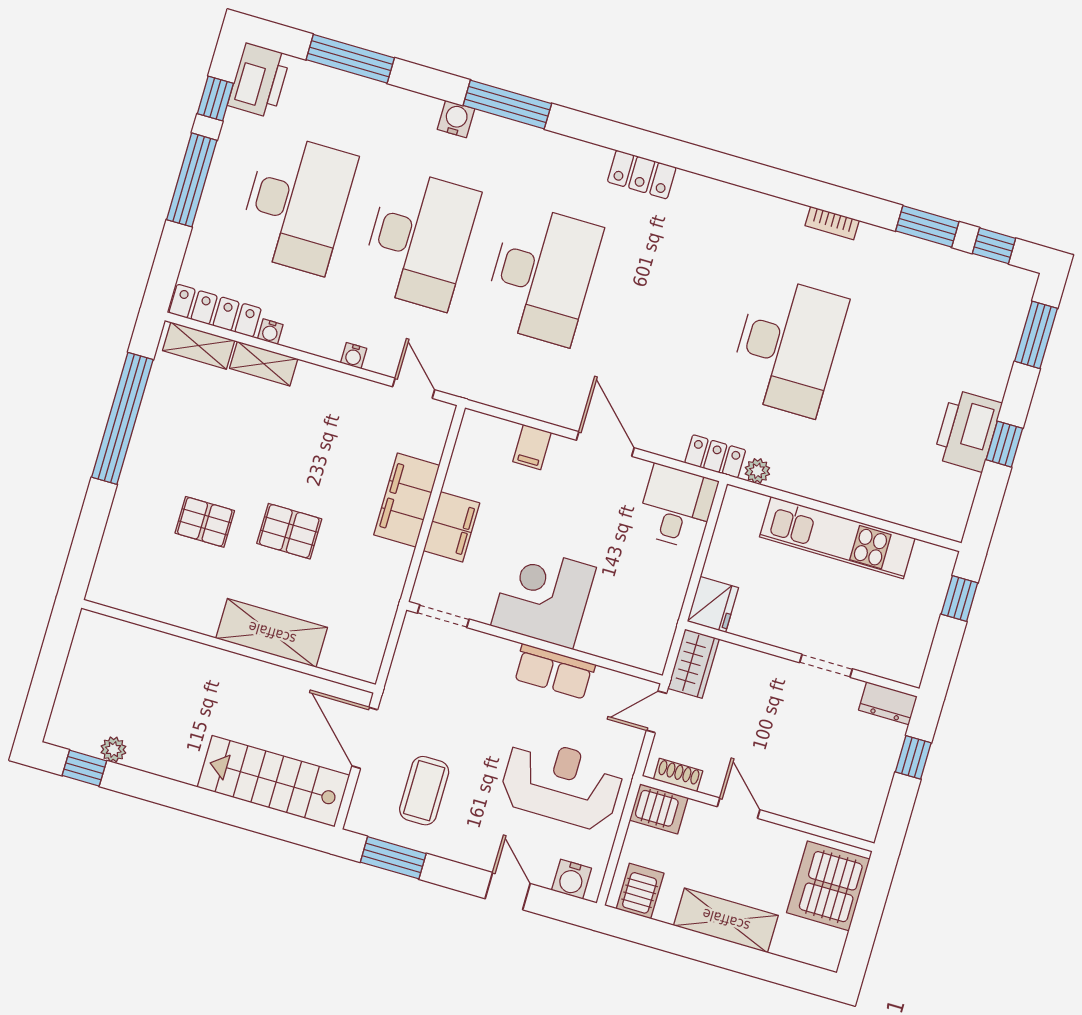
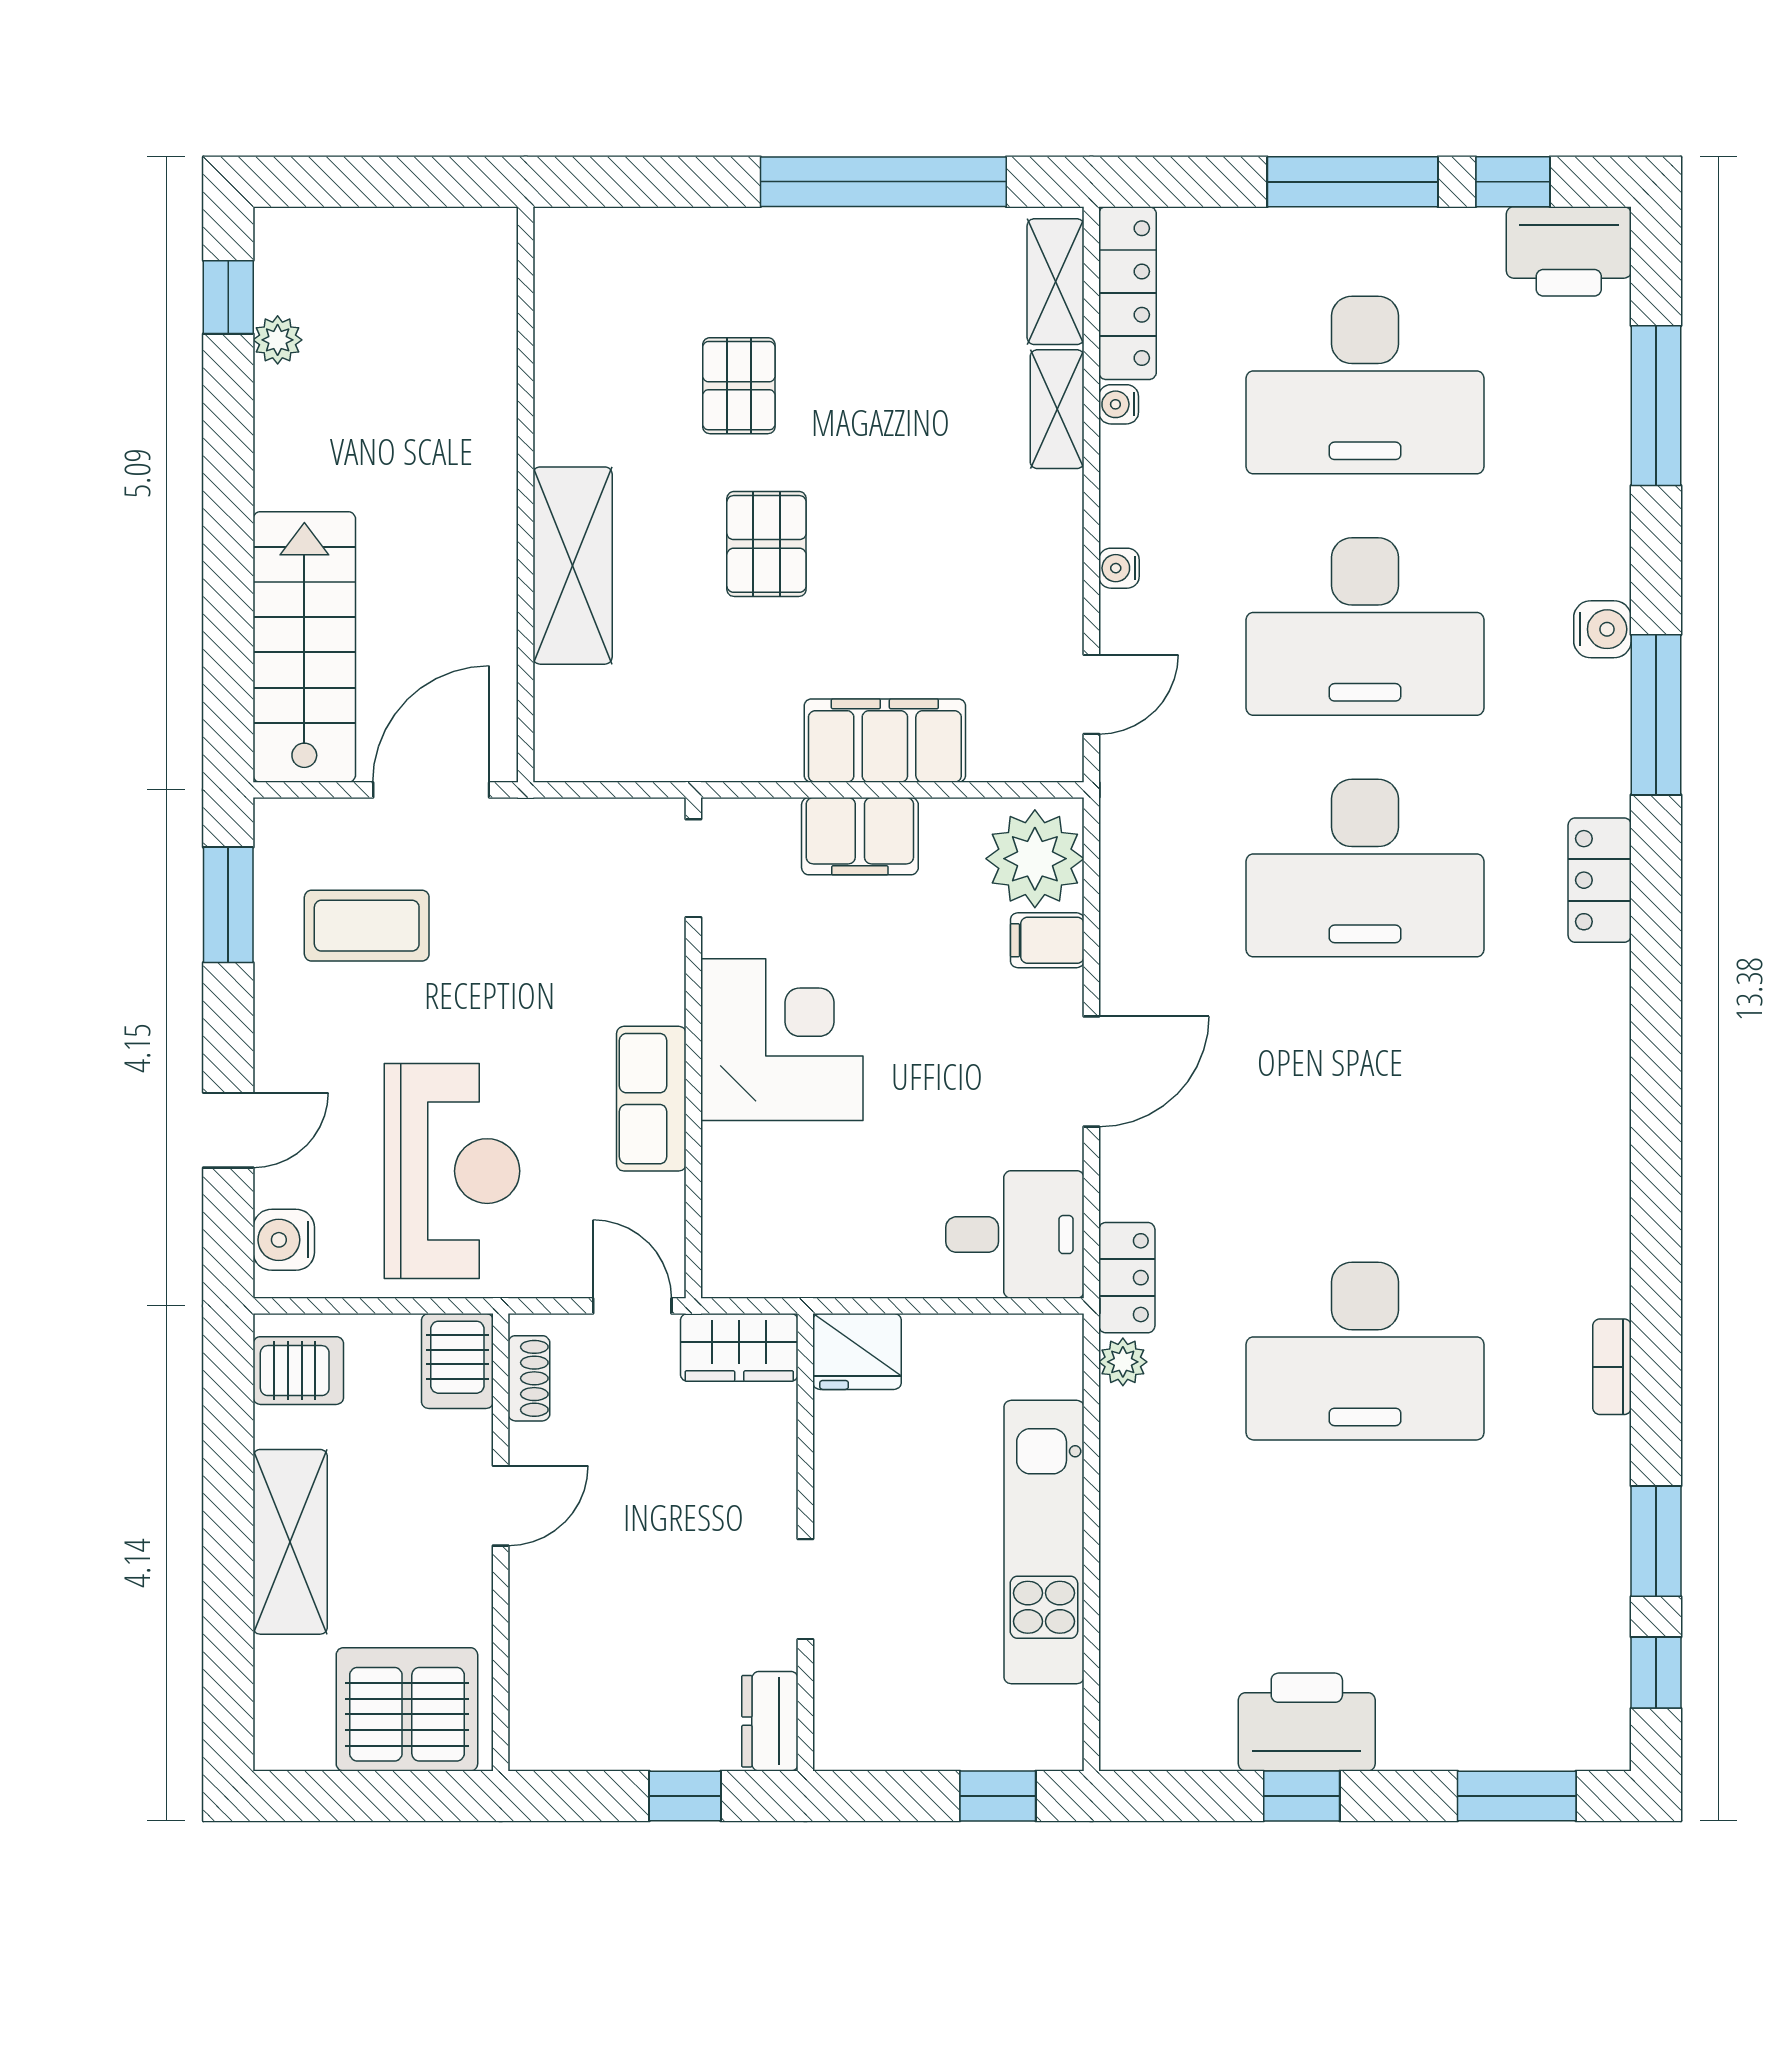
locker: (642, 175) -> (1600, 880), moved
plant: (489, 441) -> (1035, 859), added

